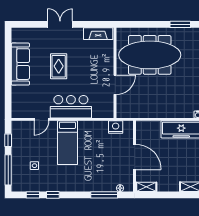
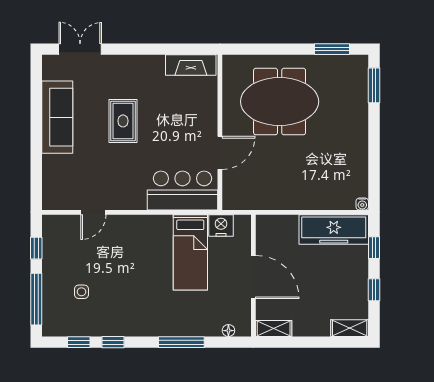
double door: (60, 24) -> (80, 49), moved
meeting table: (150, 55) -> (280, 102), width x0.73
bar counter: (71, 107) -> (182, 191), moved
bed: (67, 143) -> (190, 252), moved
window: (104, 195) -> (181, 342), moved

